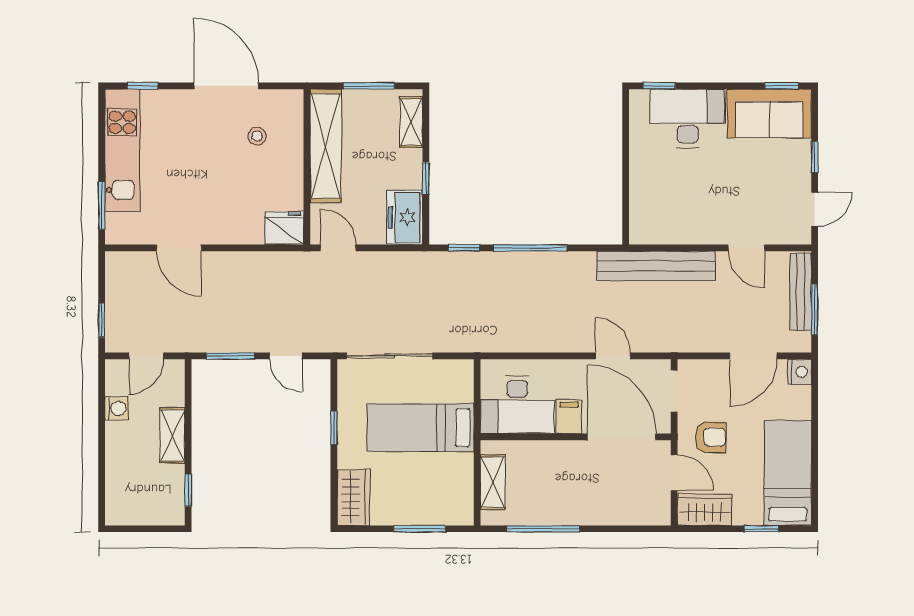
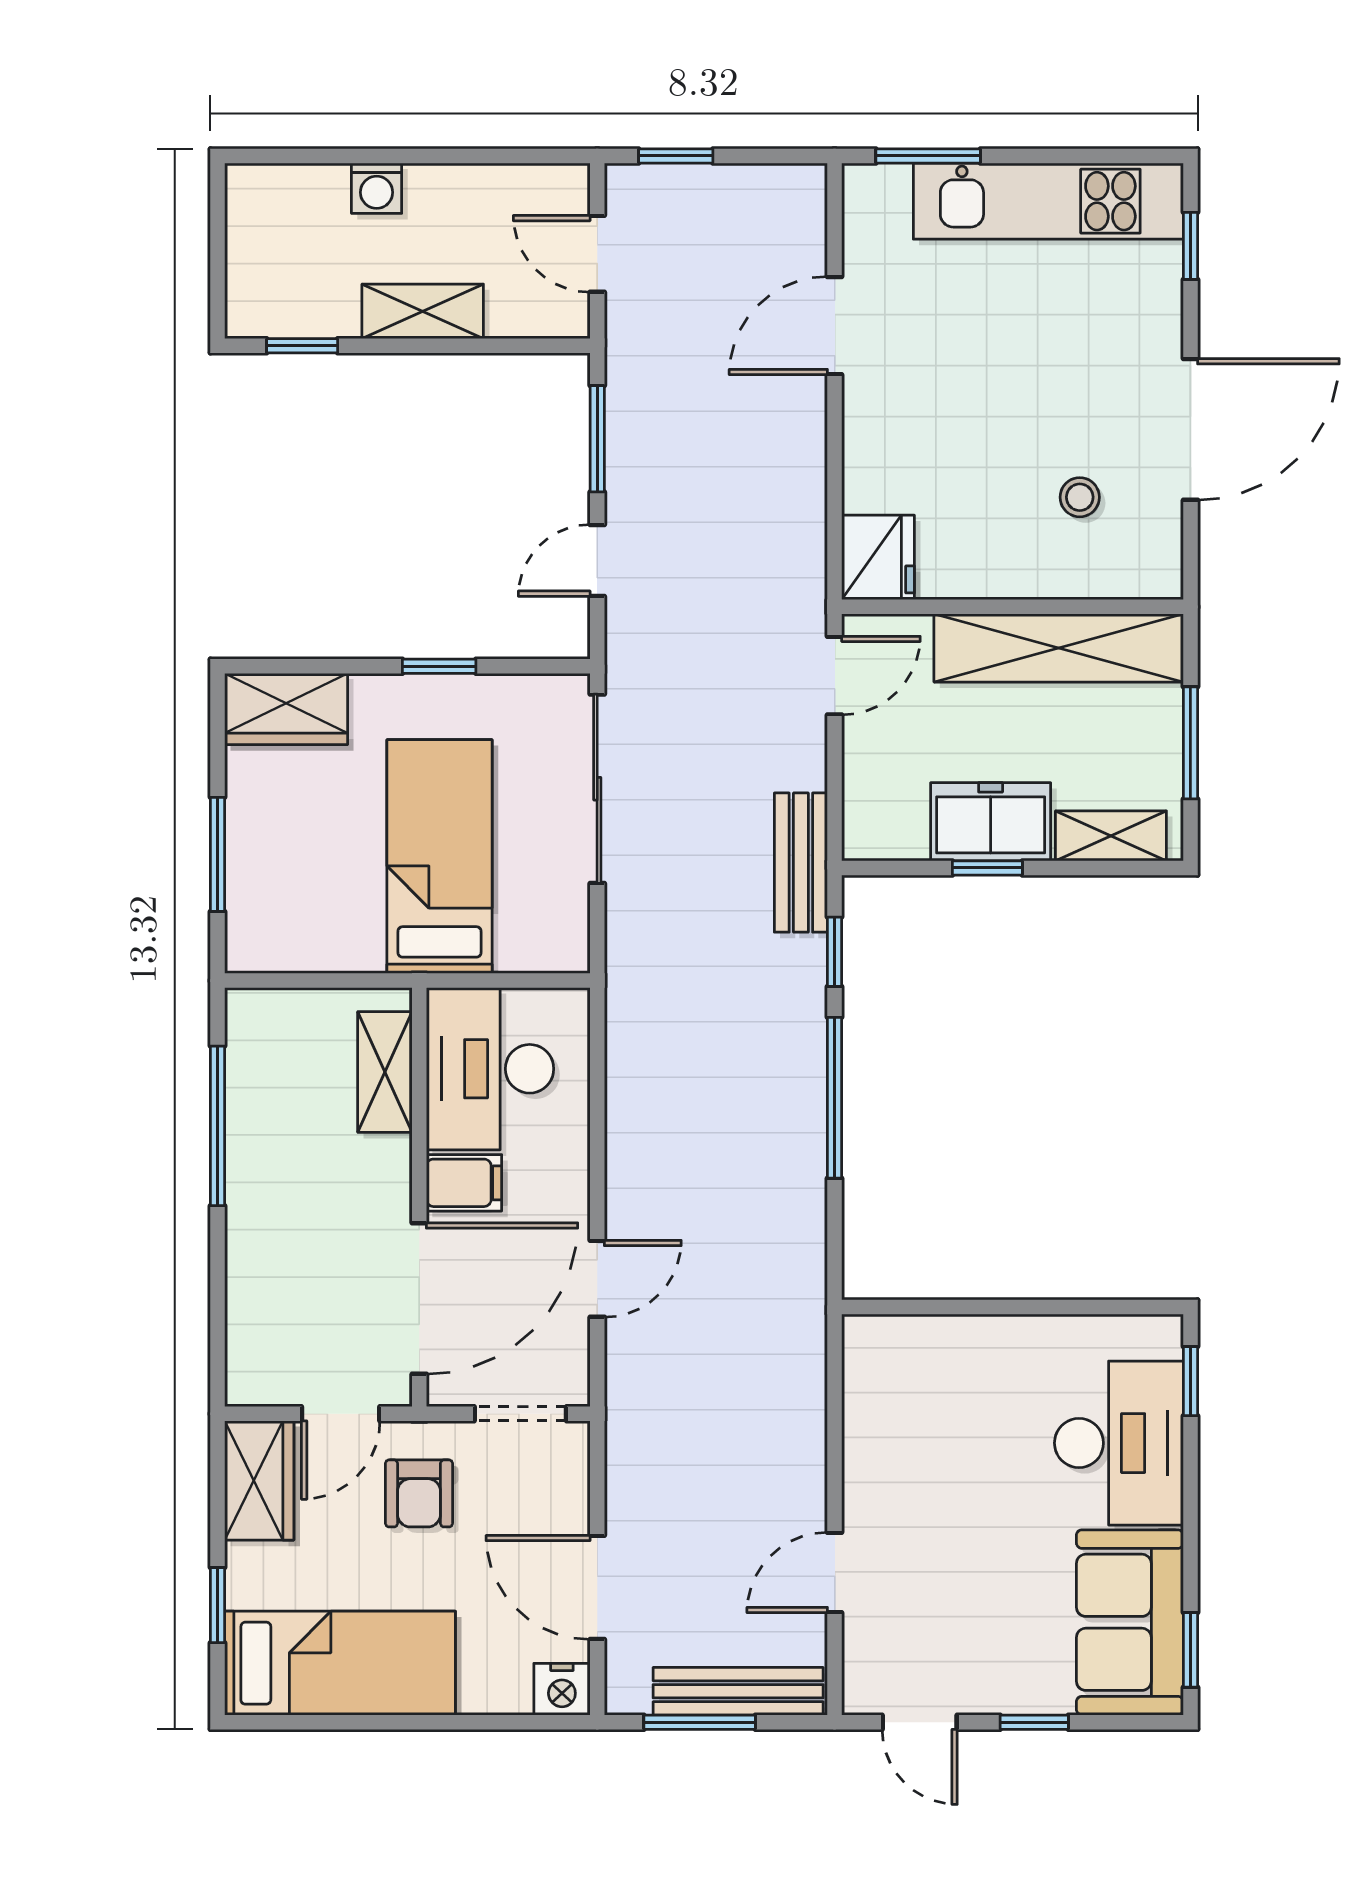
freezer: (405, 217) -> (991, 822), moved
bench: (656, 266) -> (801, 863), moved, width x0.54, depth x0.82
washing machine: (116, 408) -> (377, 188), moved
shelving: (493, 482) -> (385, 1072), moved, turned 90

